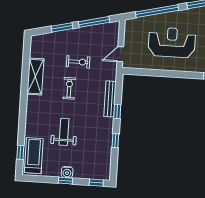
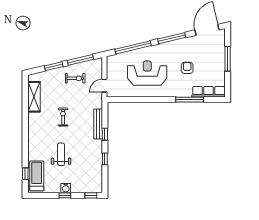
exercise bike: (78, 62) -> (75, 78), moved
shelving: (35, 77) -> (34, 97), moved

